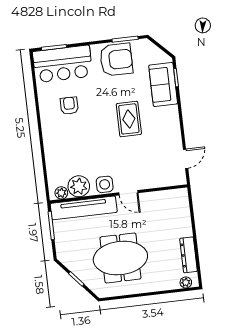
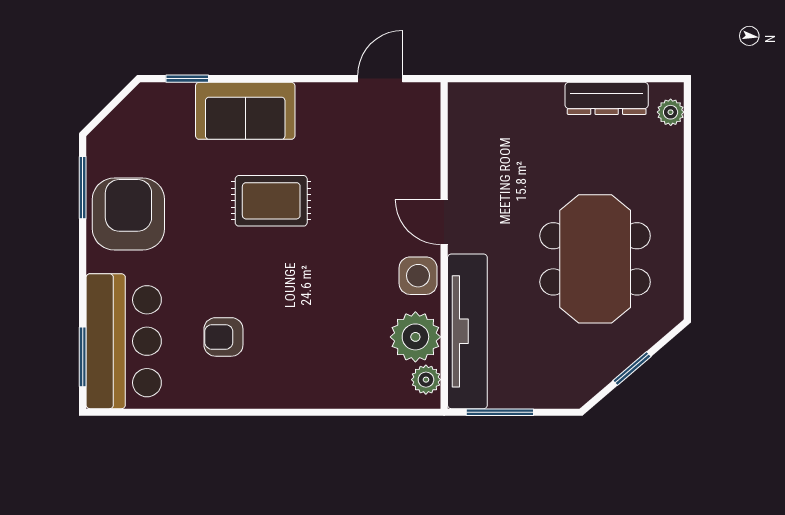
sofa: (163, 84) -> (245, 111), moved
door: (186, 159) -> (380, 79), hinge flipped
door: (128, 193) -> (444, 222), swing flipped

